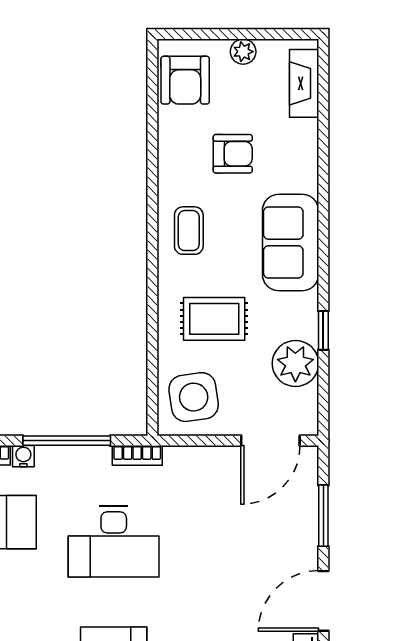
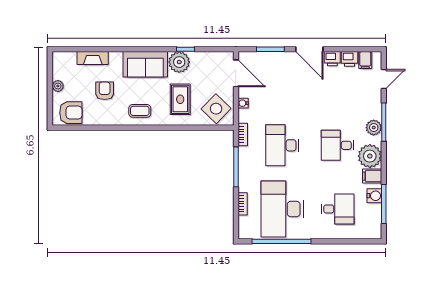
fireplace: (304, 83) -> (93, 58), moved
plant: (295, 363) -> (179, 62), moved
side table: (194, 397) -> (216, 109), turned -38
water cooler: (23, 456) -> (243, 103), moved
desk: (114, 542) -> (282, 145), turned 180

